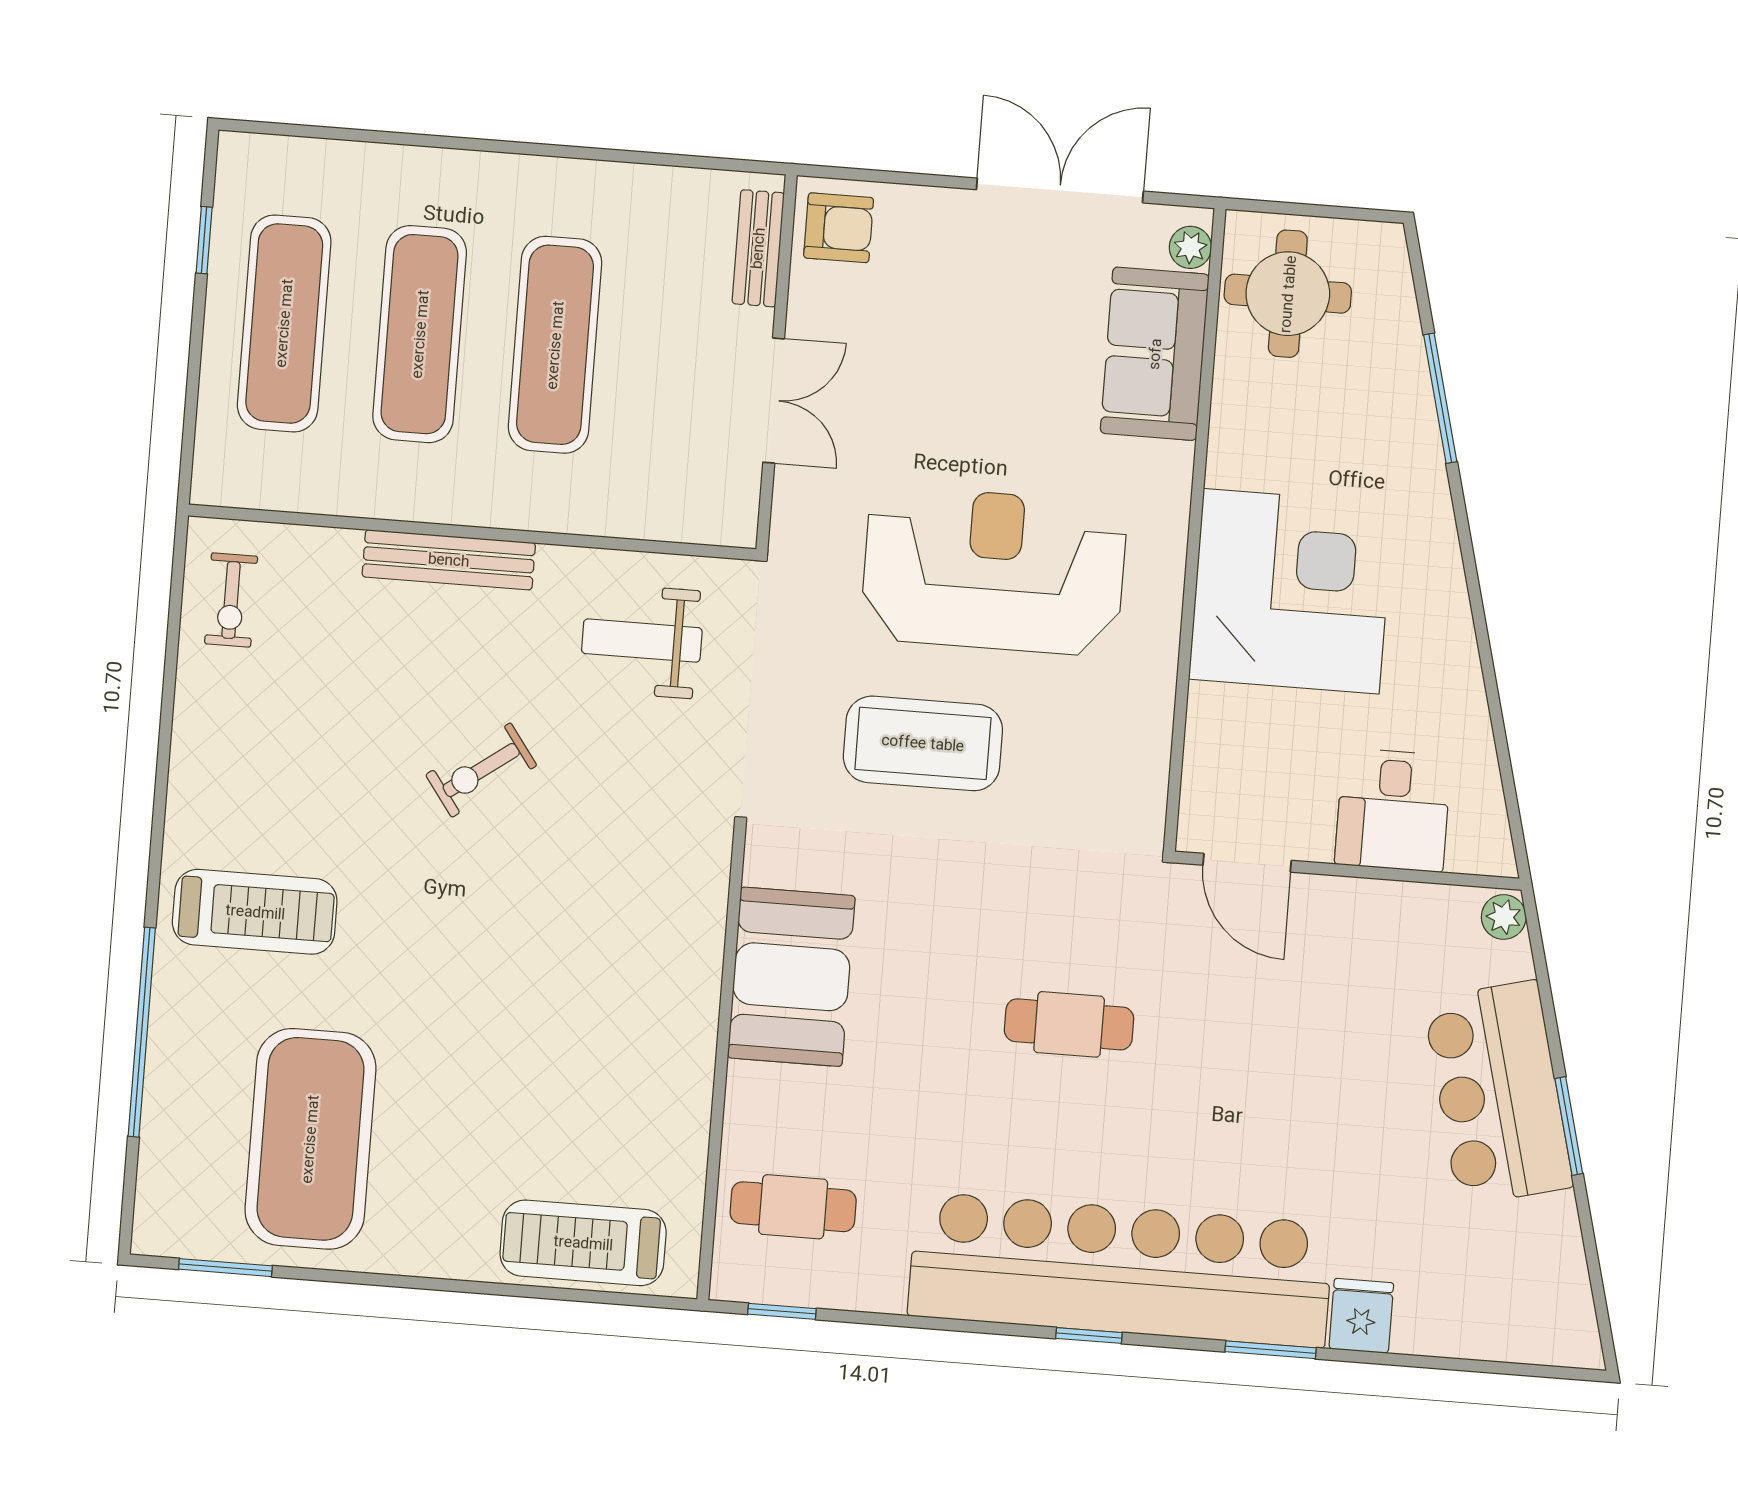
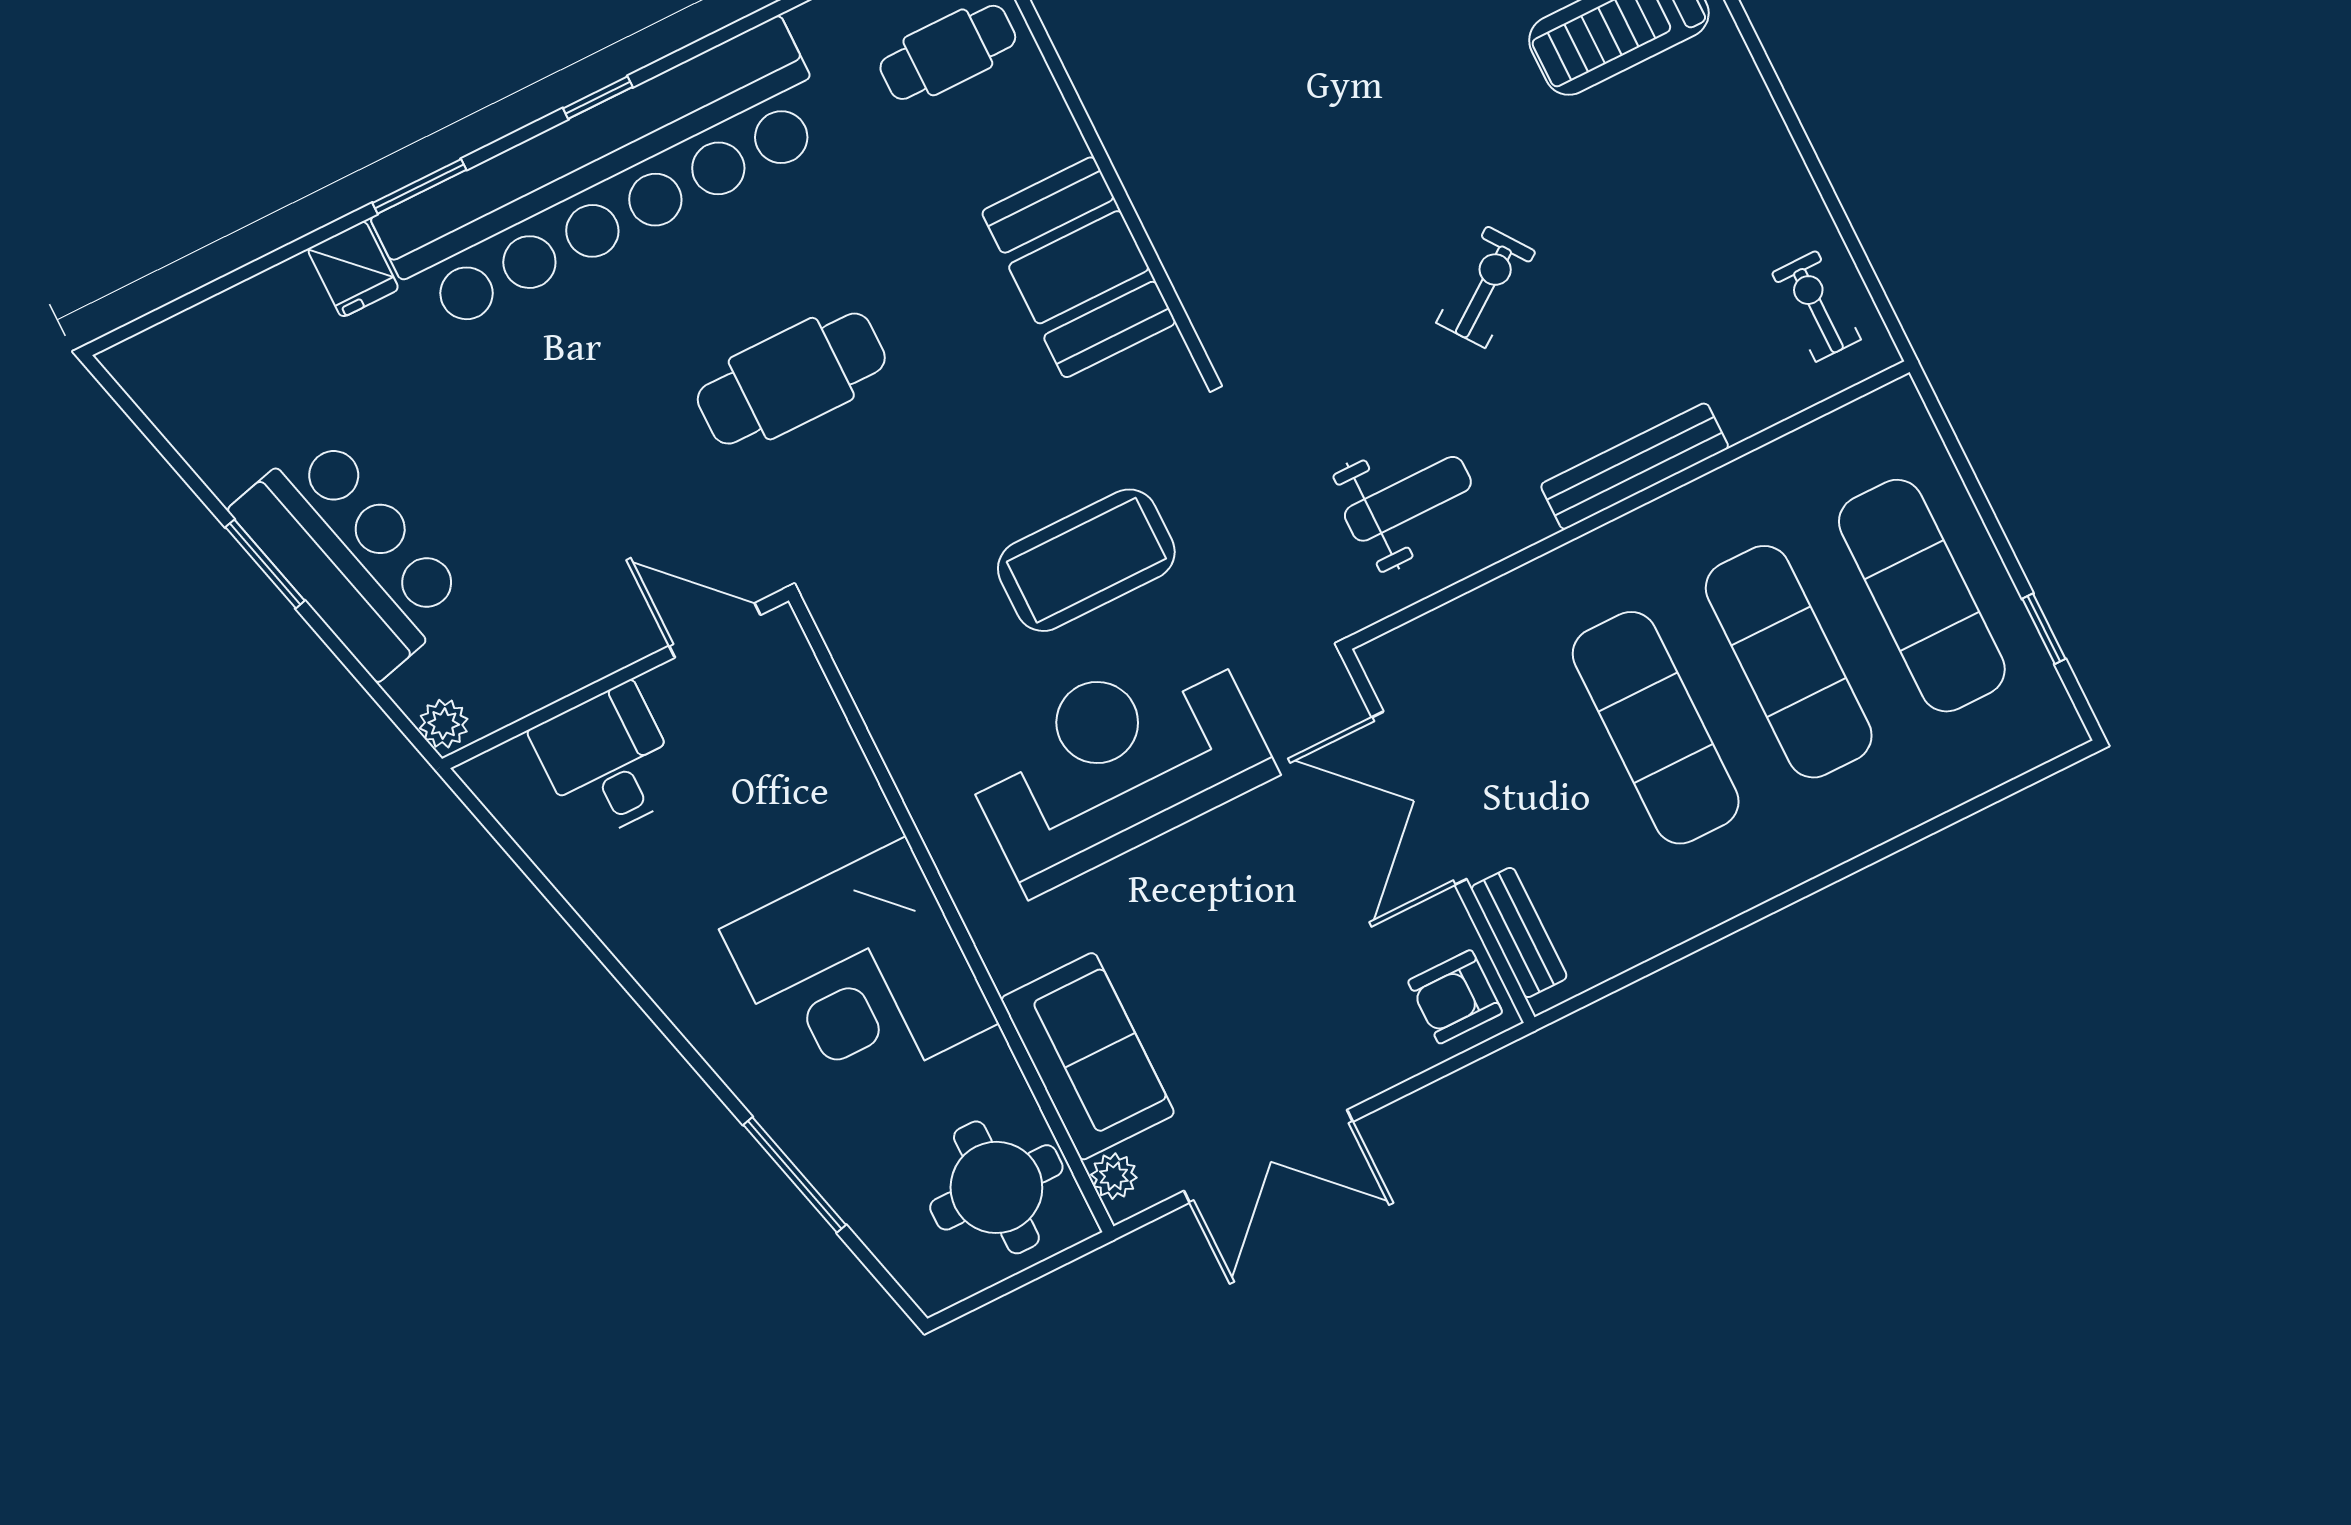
double door: (774, 401) -> (1419, 798), width x1.37
reception desk: (994, 571) -> (1117, 762), turned 180
corner desk: (1291, 591) -> (859, 976), moved
cafe table: (1069, 1024) -> (791, 379), width x1.37, depth x1.35

